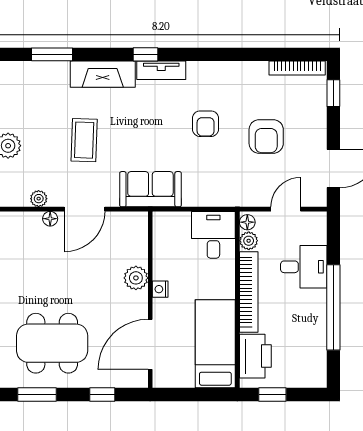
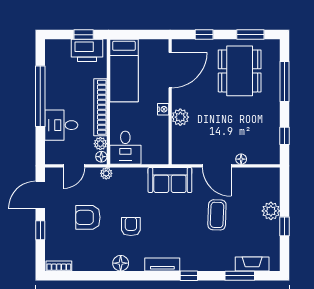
window: (145, 54) -> (189, 276), moved
bookcase: (297, 68) -> (59, 266), width x0.64
floor lamp: (220, 72) -> (121, 263), added
fireplace: (103, 74) -> (252, 264), moved, width x0.73, depth x0.76
window: (333, 93) -> (40, 230), moved
armchair: (266, 136) -> (88, 217), turned -90
plant: (39, 199) -> (106, 173), moved
door: (84, 209) -> (217, 166), swing flipped
dining table: (52, 343) -> (240, 71), turned 90
printer: (255, 356) -> (87, 50), moved, turned -90

